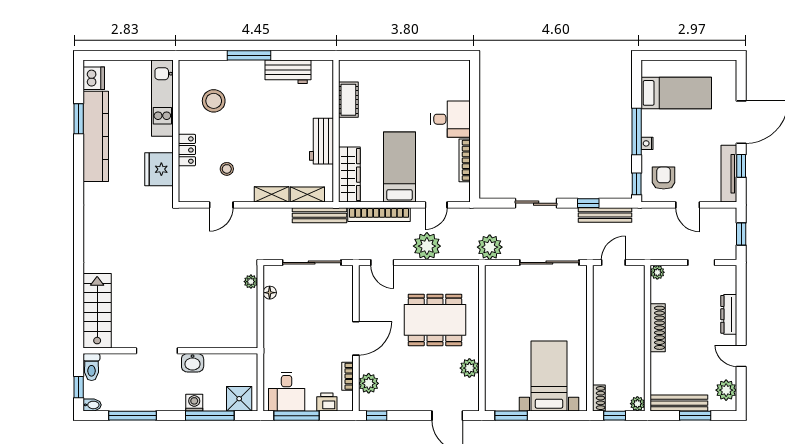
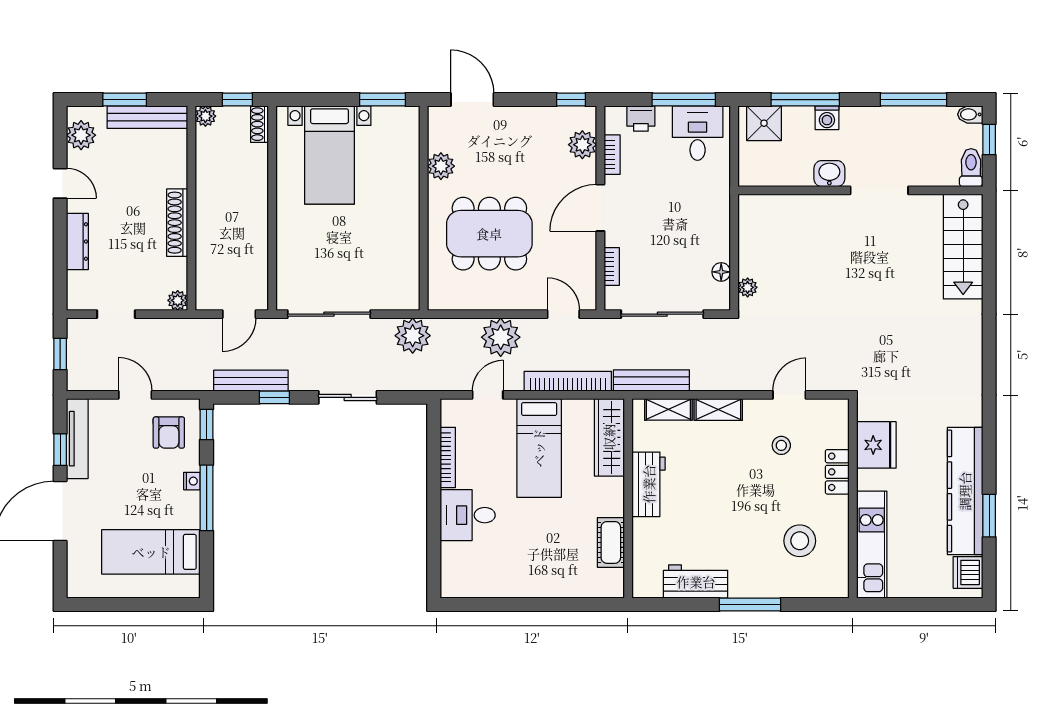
bookcase: (348, 296) -> (612, 266), added

